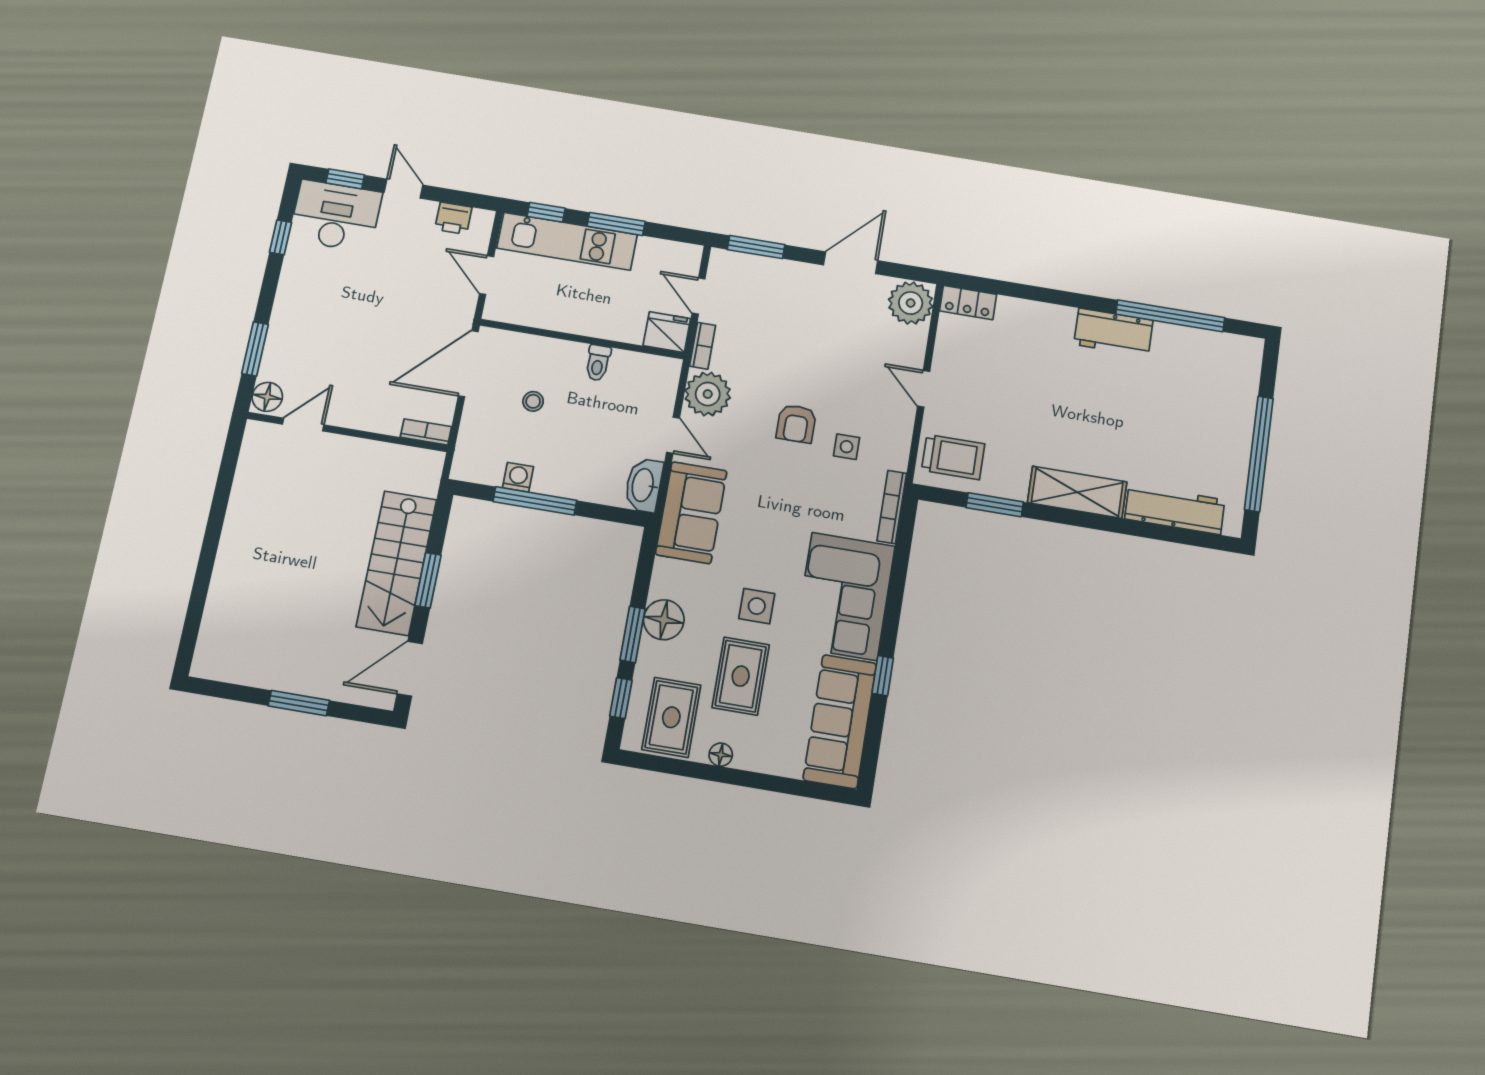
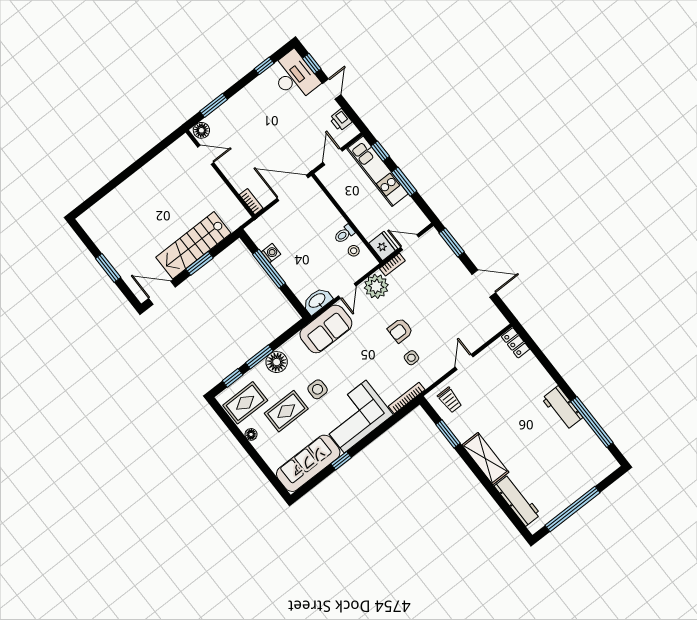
door: (698, 296) -> (410, 242), hinge flipped
plant: (911, 303) -> (492, 322), removed
stool: (533, 401) -> (354, 251), moved
trolley: (953, 457) -> (450, 400), width x0.73, depth x0.72

